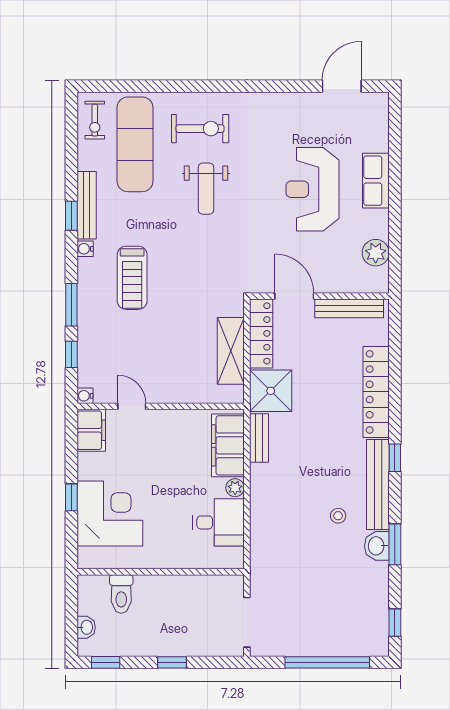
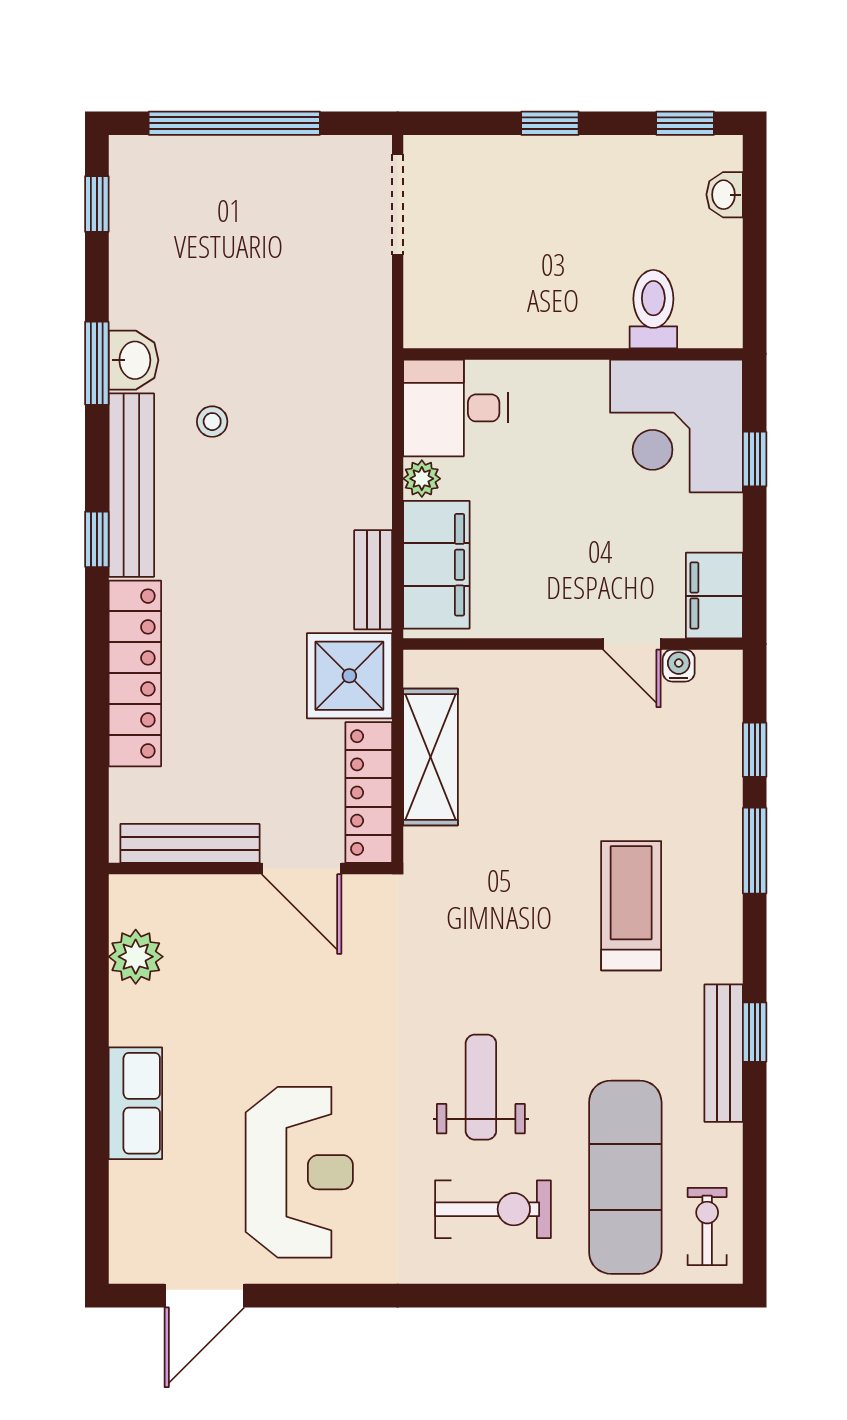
exercise bike: (200, 129) -> (493, 1209), turned 180
reception desk: (313, 189) -> (299, 1172), moved
water cooler: (85, 249) -> (727, 965), removed
water cooler: (85, 396) -> (679, 666), moved, turned -90
wall: (161, 572) -> (573, 354), moved
toilet: (121, 594) -> (653, 309), moved

